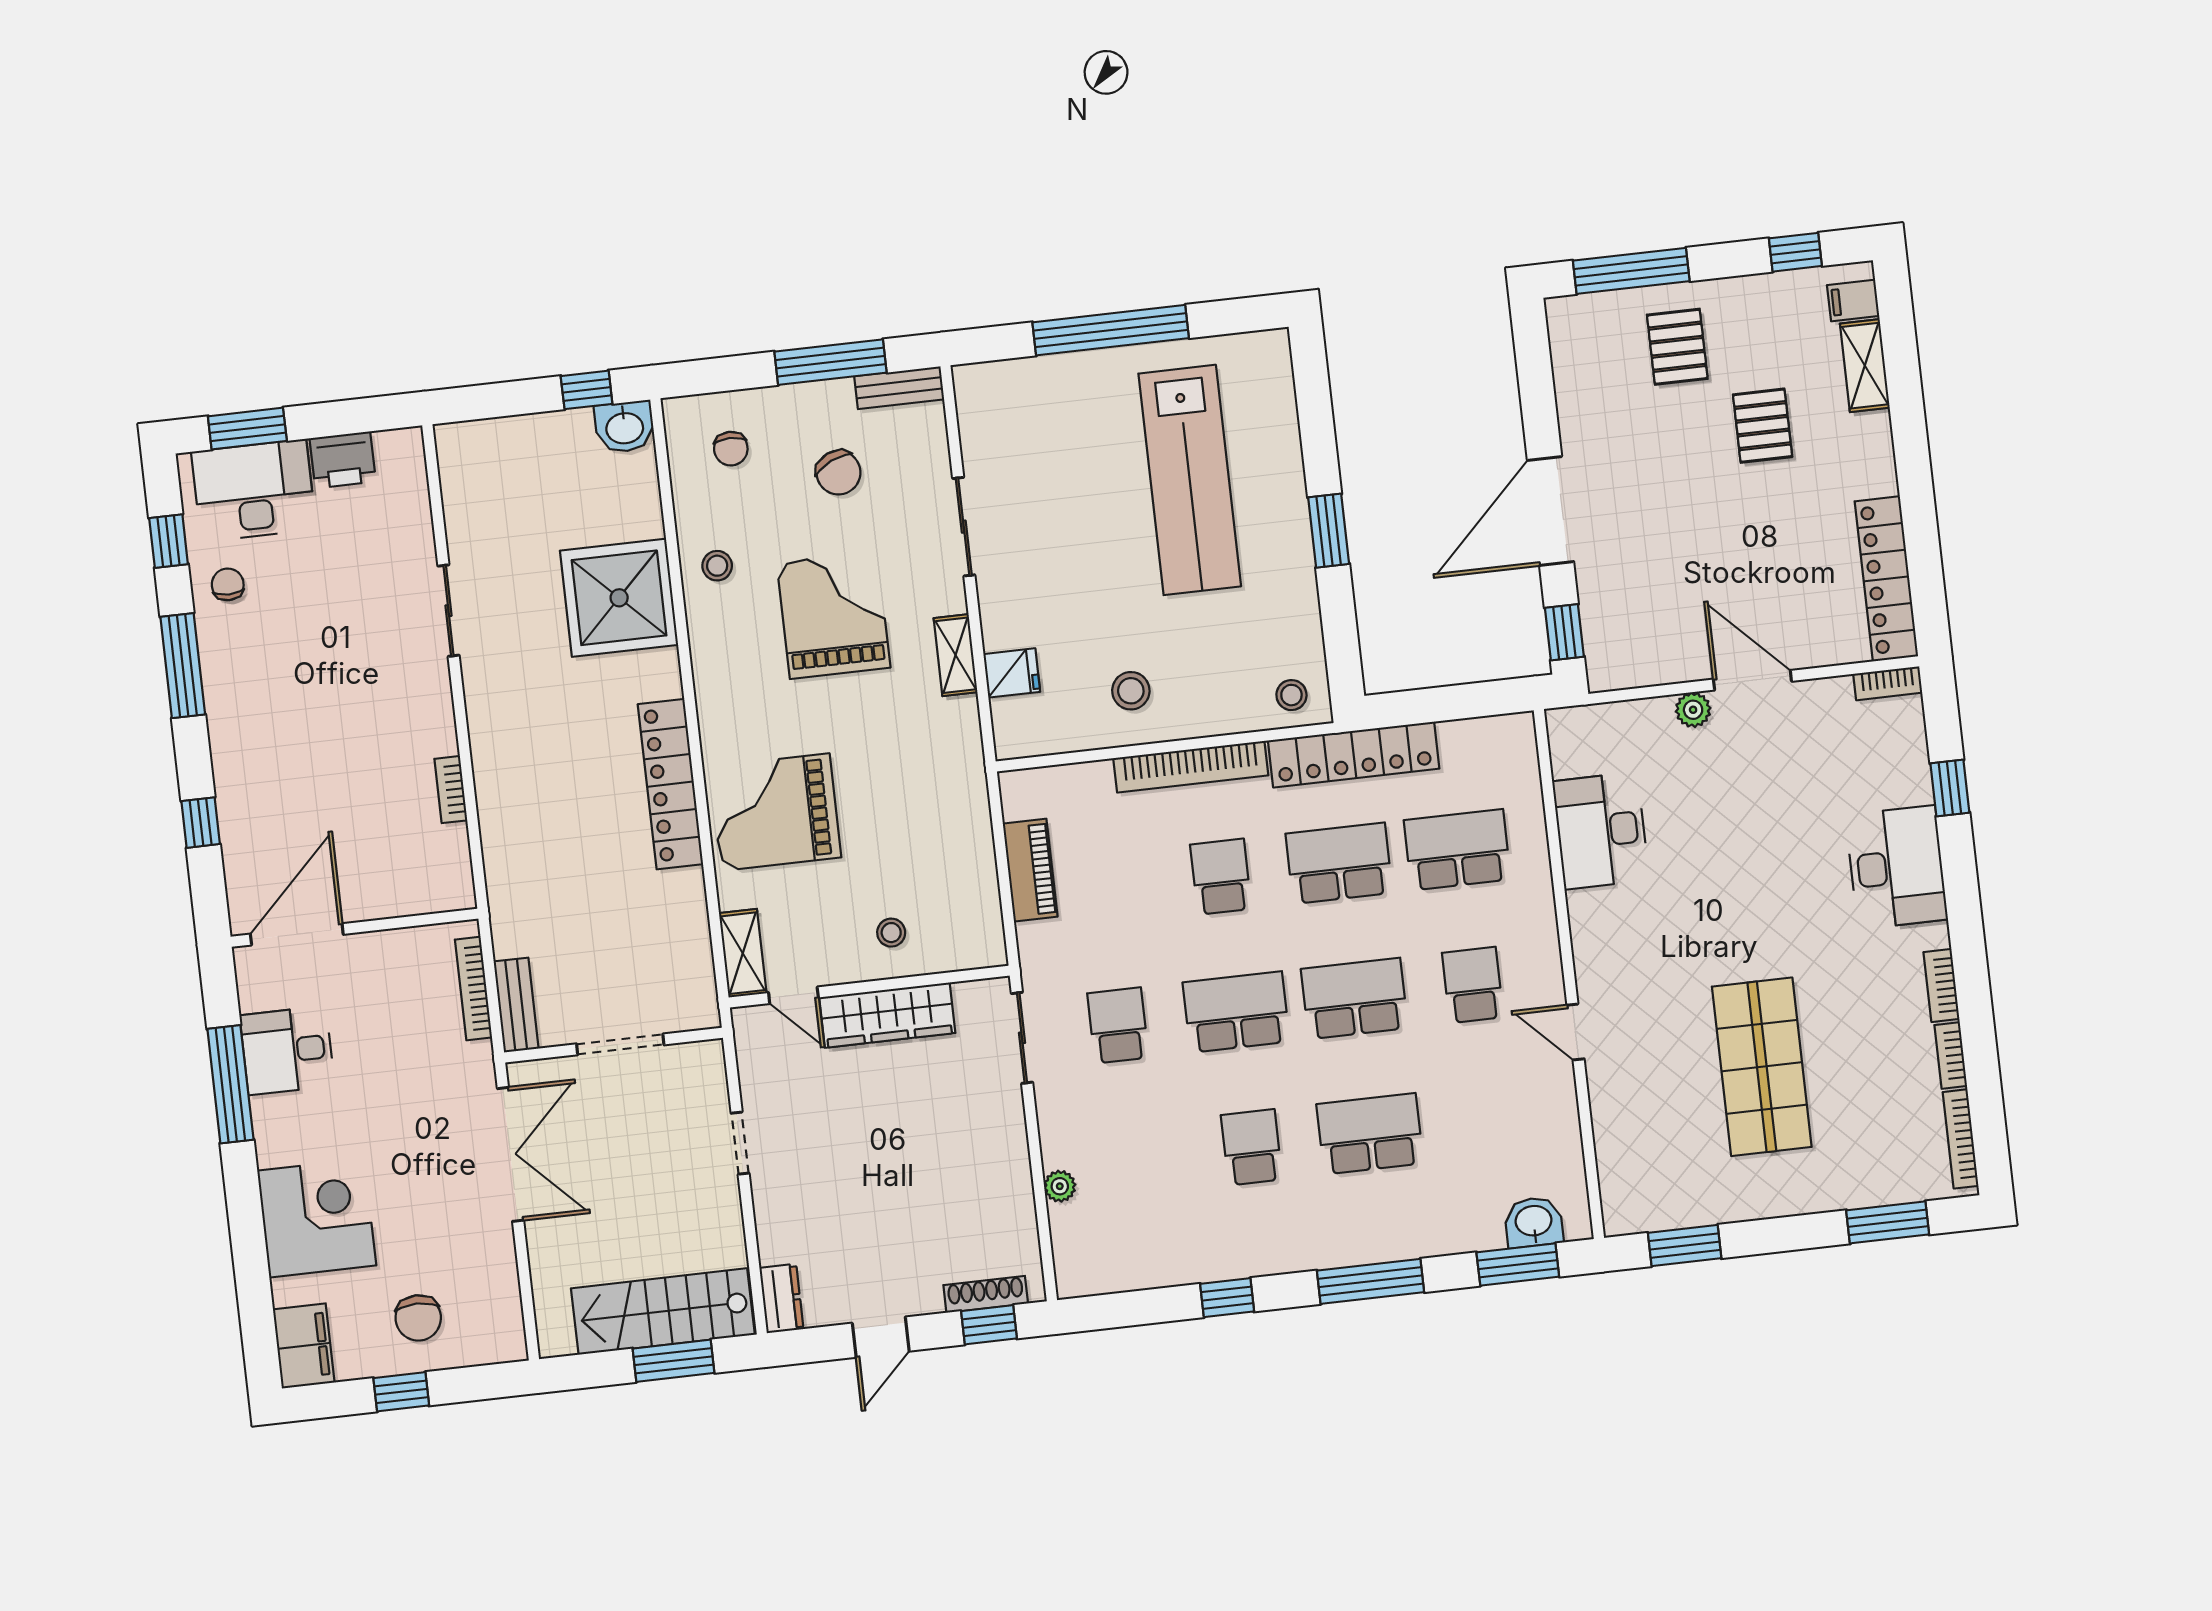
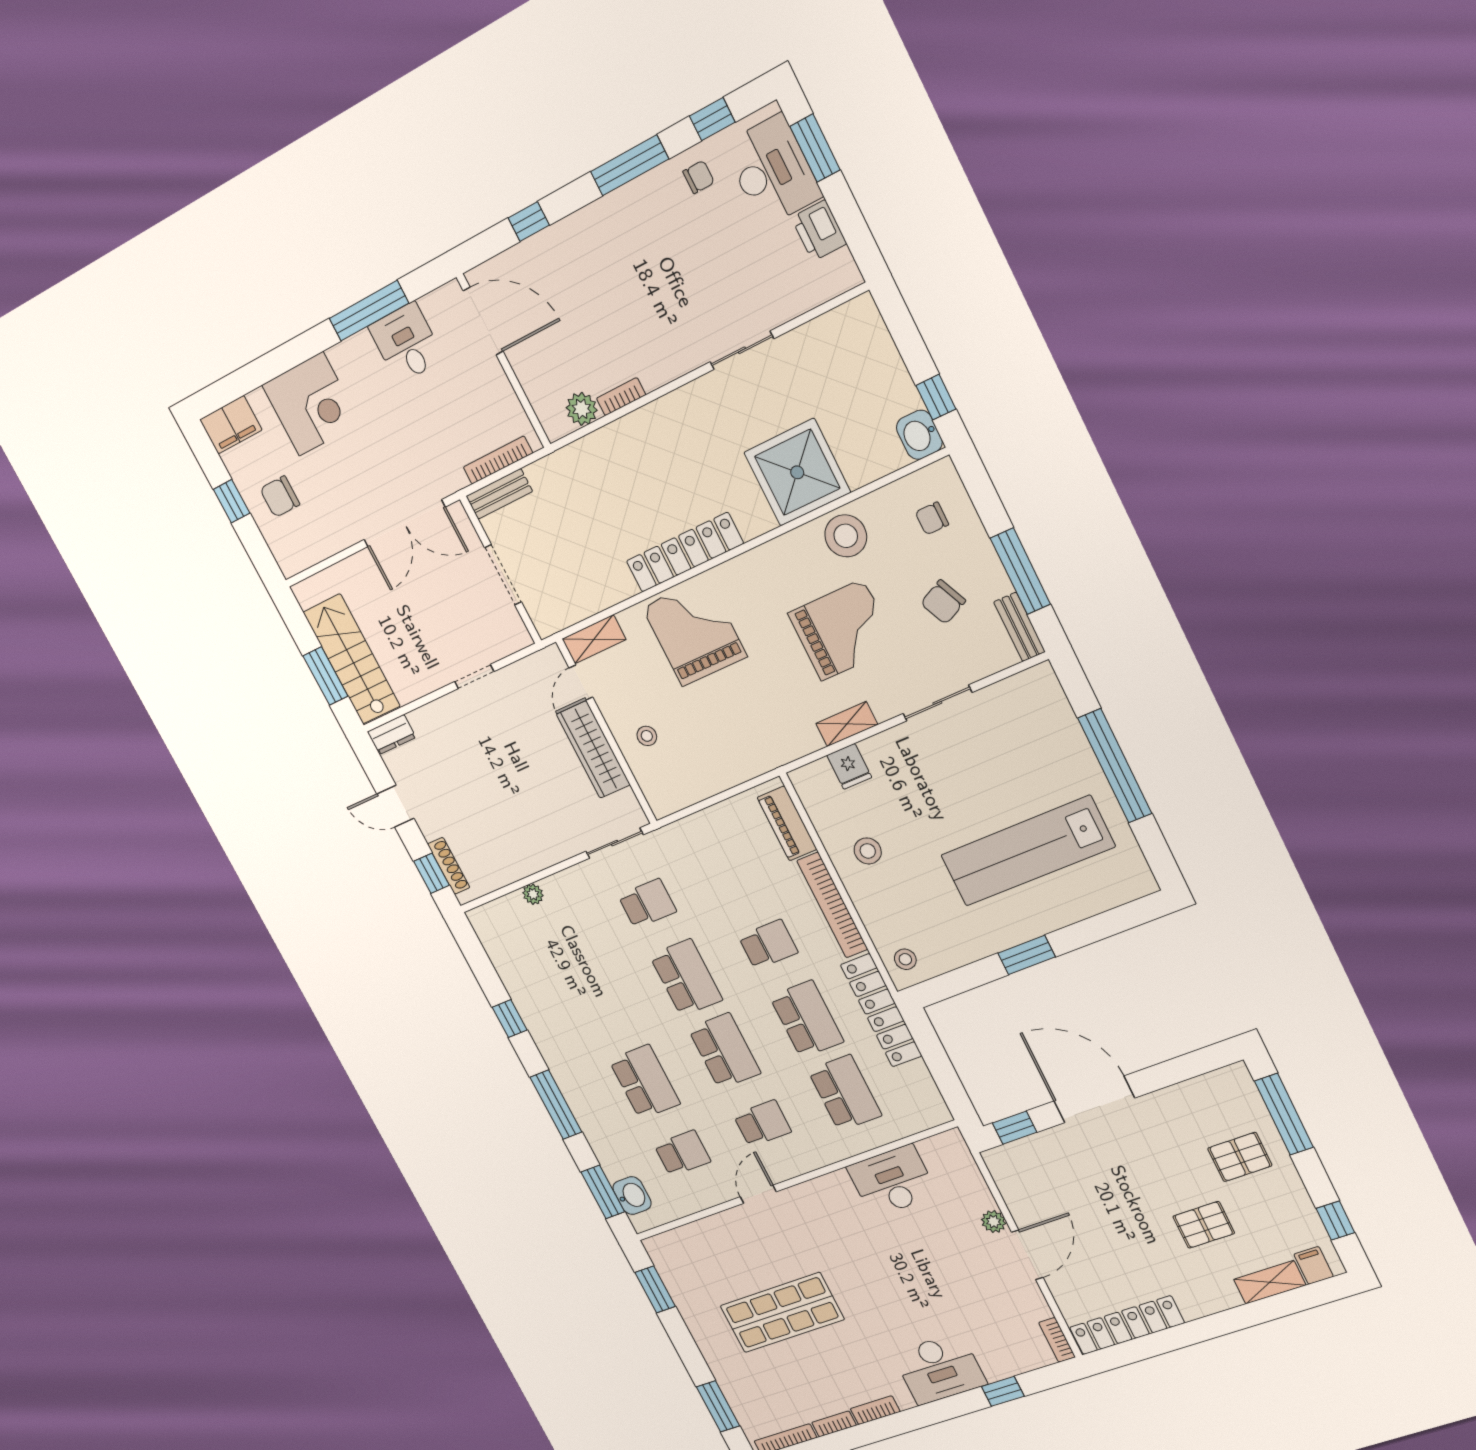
stool: (717, 566) -> (846, 536), width x1.89, depth x1.89
plant: (448, 848) -> (582, 409), added
piano: (1030, 870) -> (787, 823), moved, turned 90
school desk: (1252, 1147) -> (682, 1153), moved

